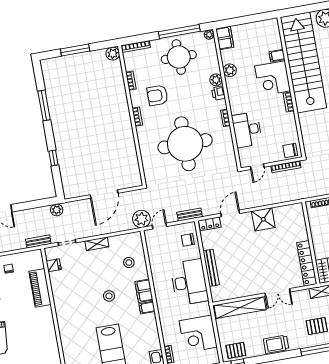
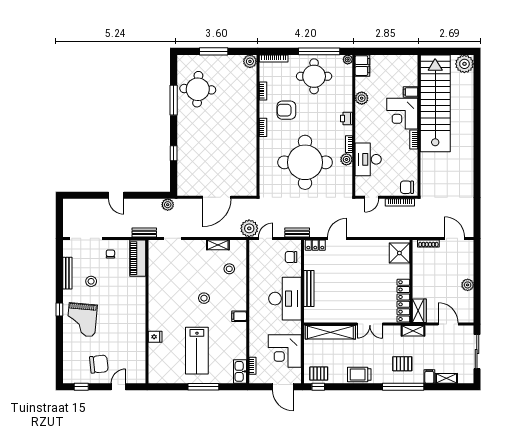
plant: (216, 80) -> (346, 159), moved
round table: (66, 90) -> (198, 89), added
shower: (263, 219) -> (399, 253), moved
shelving: (97, 244) -> (218, 245), moved
fridge: (54, 265) -> (155, 337), moved
piano: (40, 288) -> (138, 258), moved
filing cabinet: (144, 291) -> (239, 299), removed

